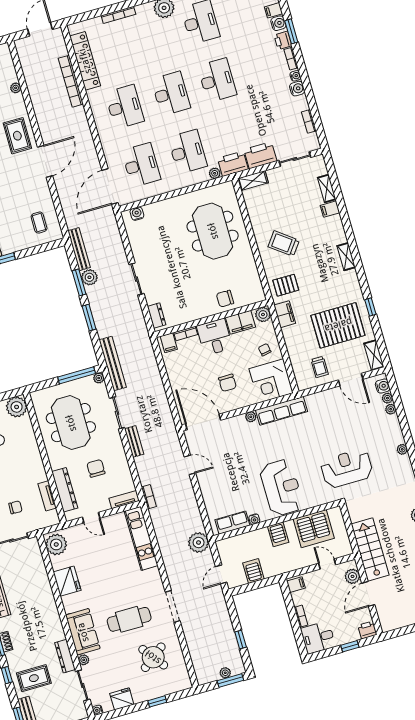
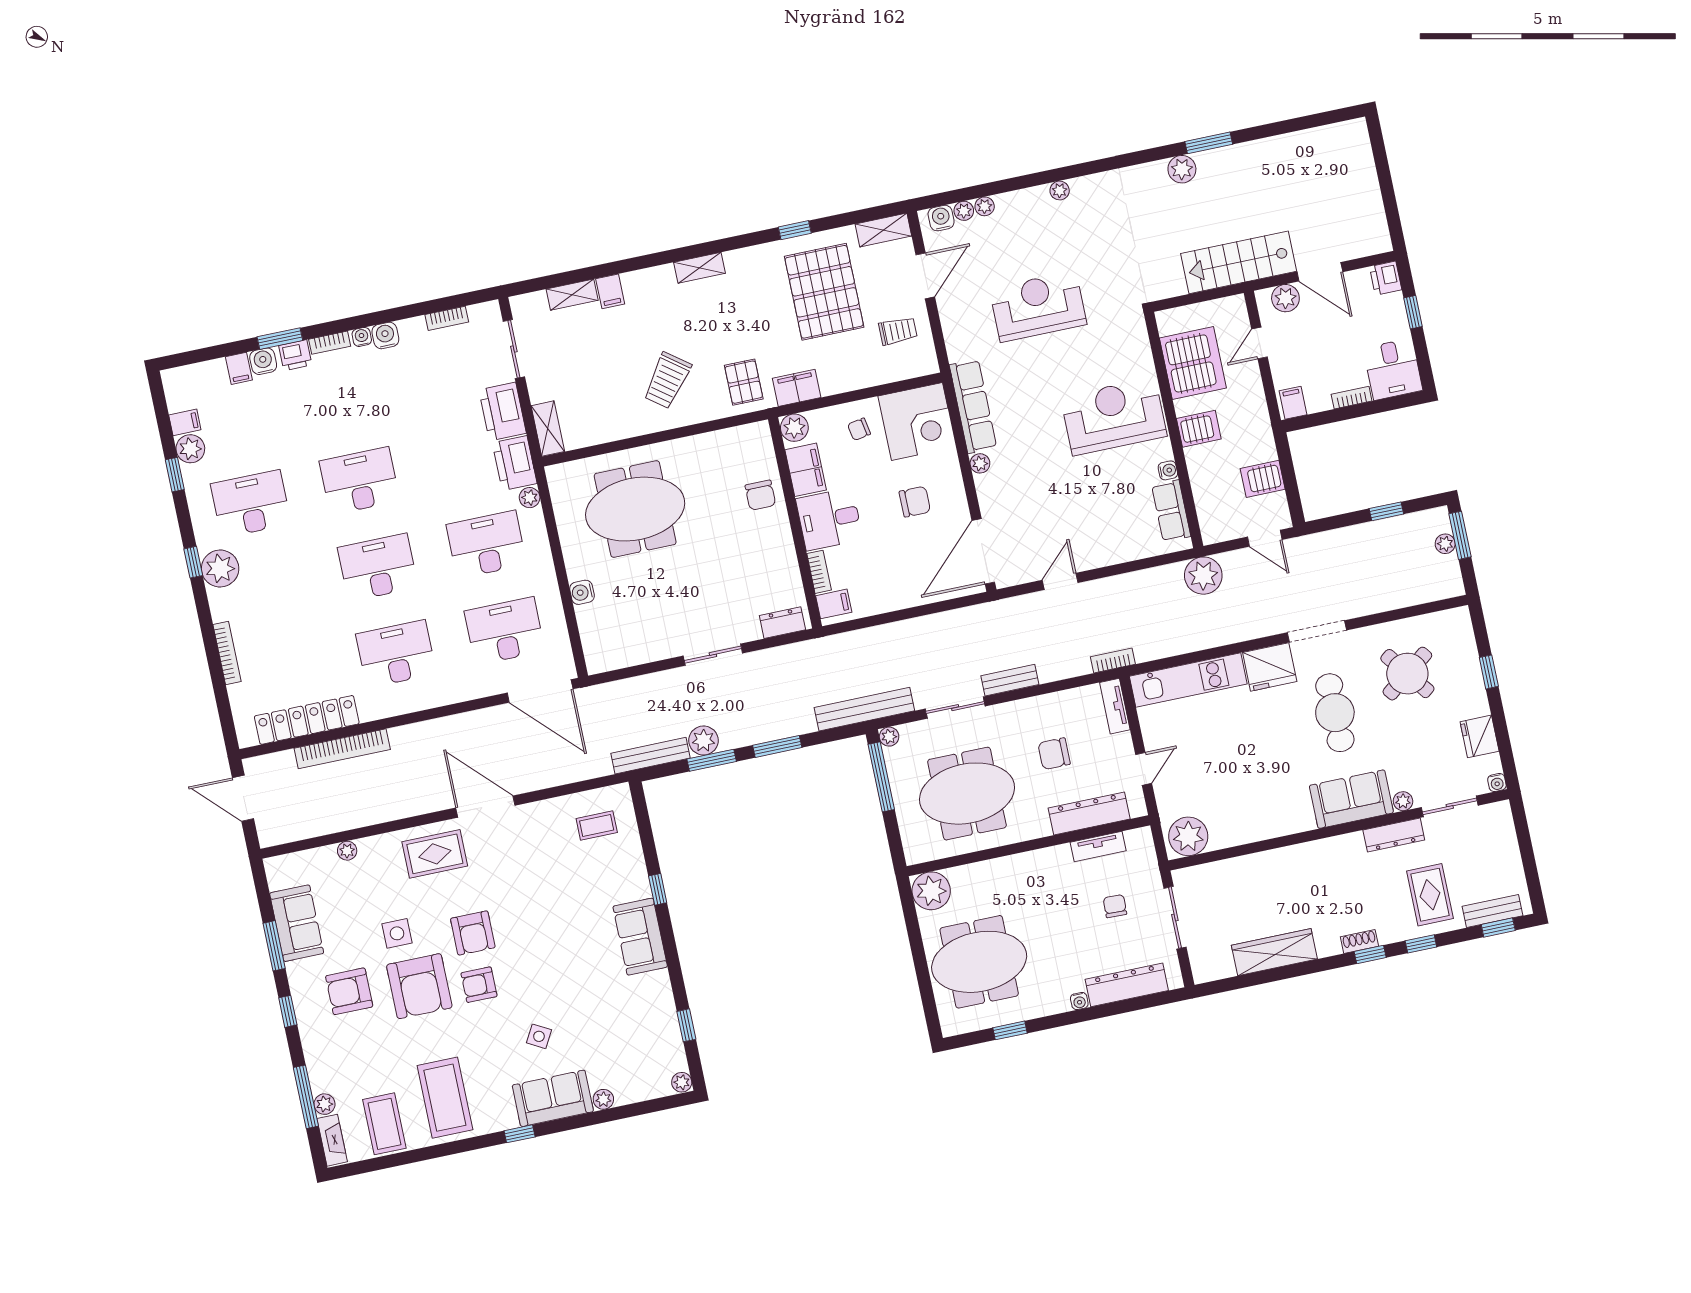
water cooler: (137, 214) -> (582, 592), moved
reception desk: (347, 468) -> (1038, 306), moved, turned 90
fridge: (67, 581) -> (1270, 667), moved, turned 180

